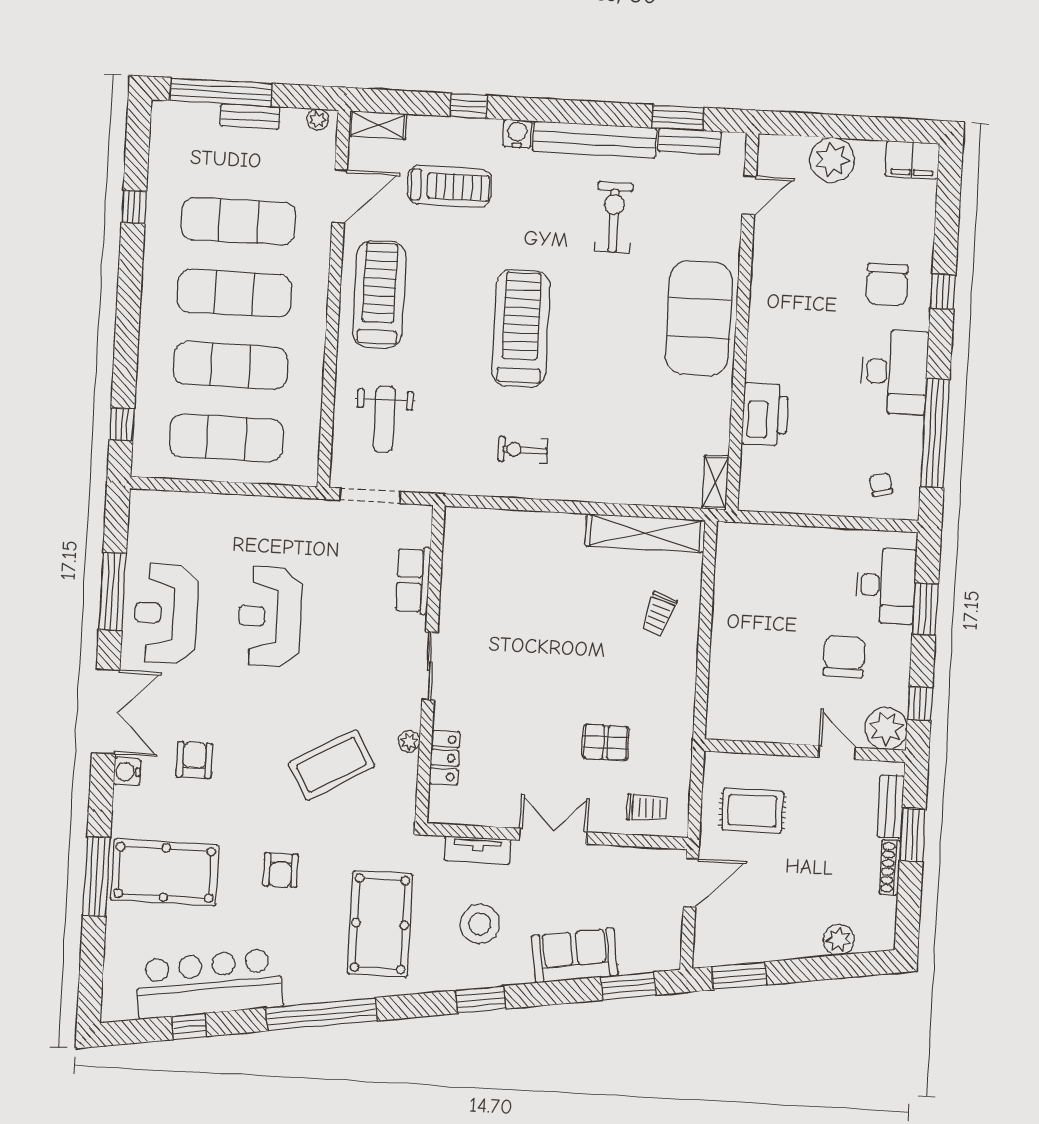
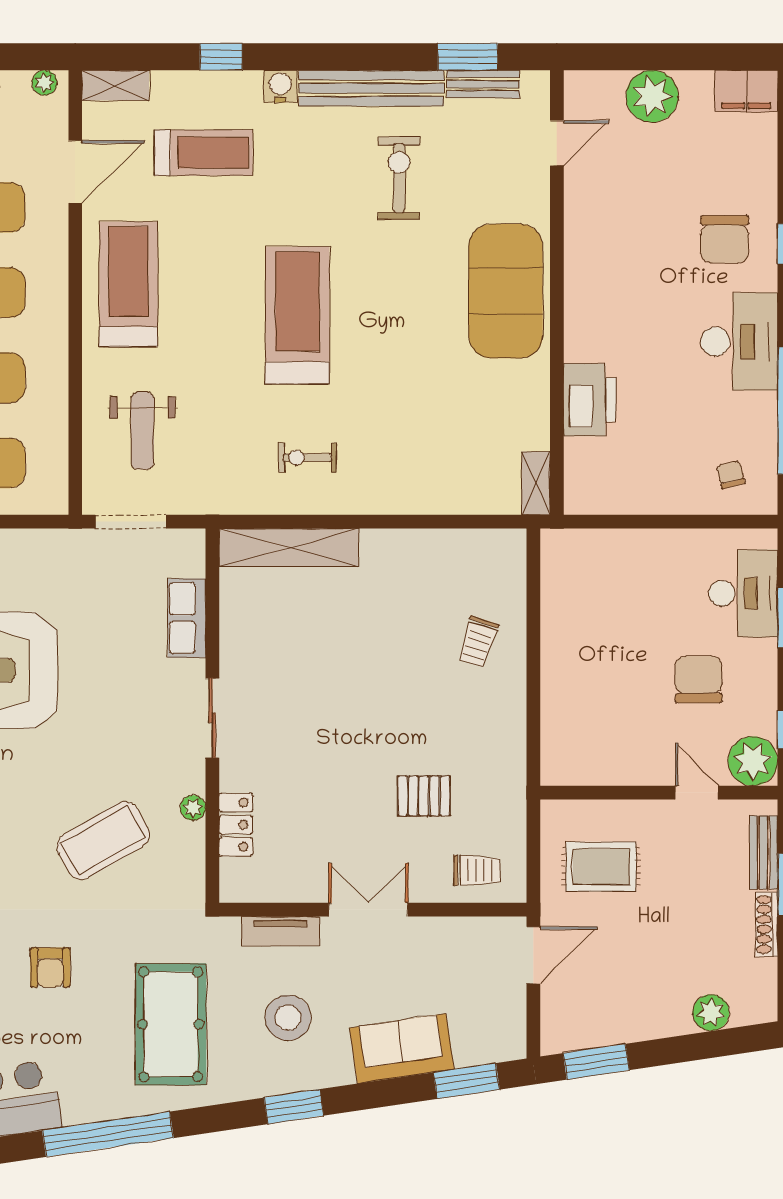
shelving: (645, 533) -> (289, 547), moved

